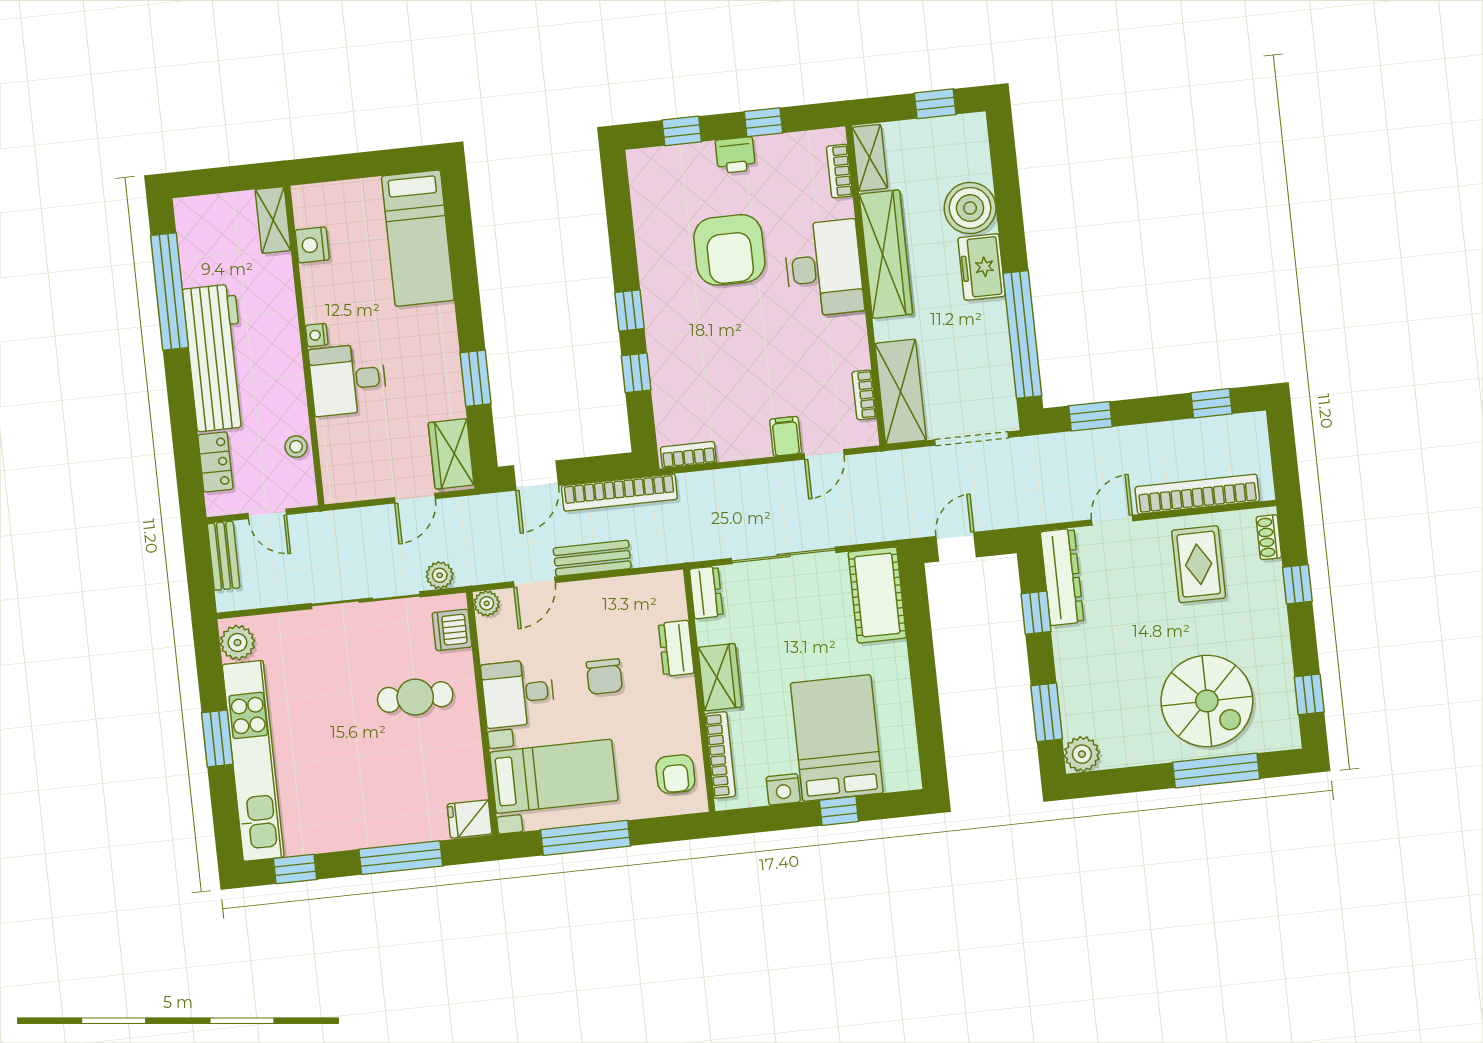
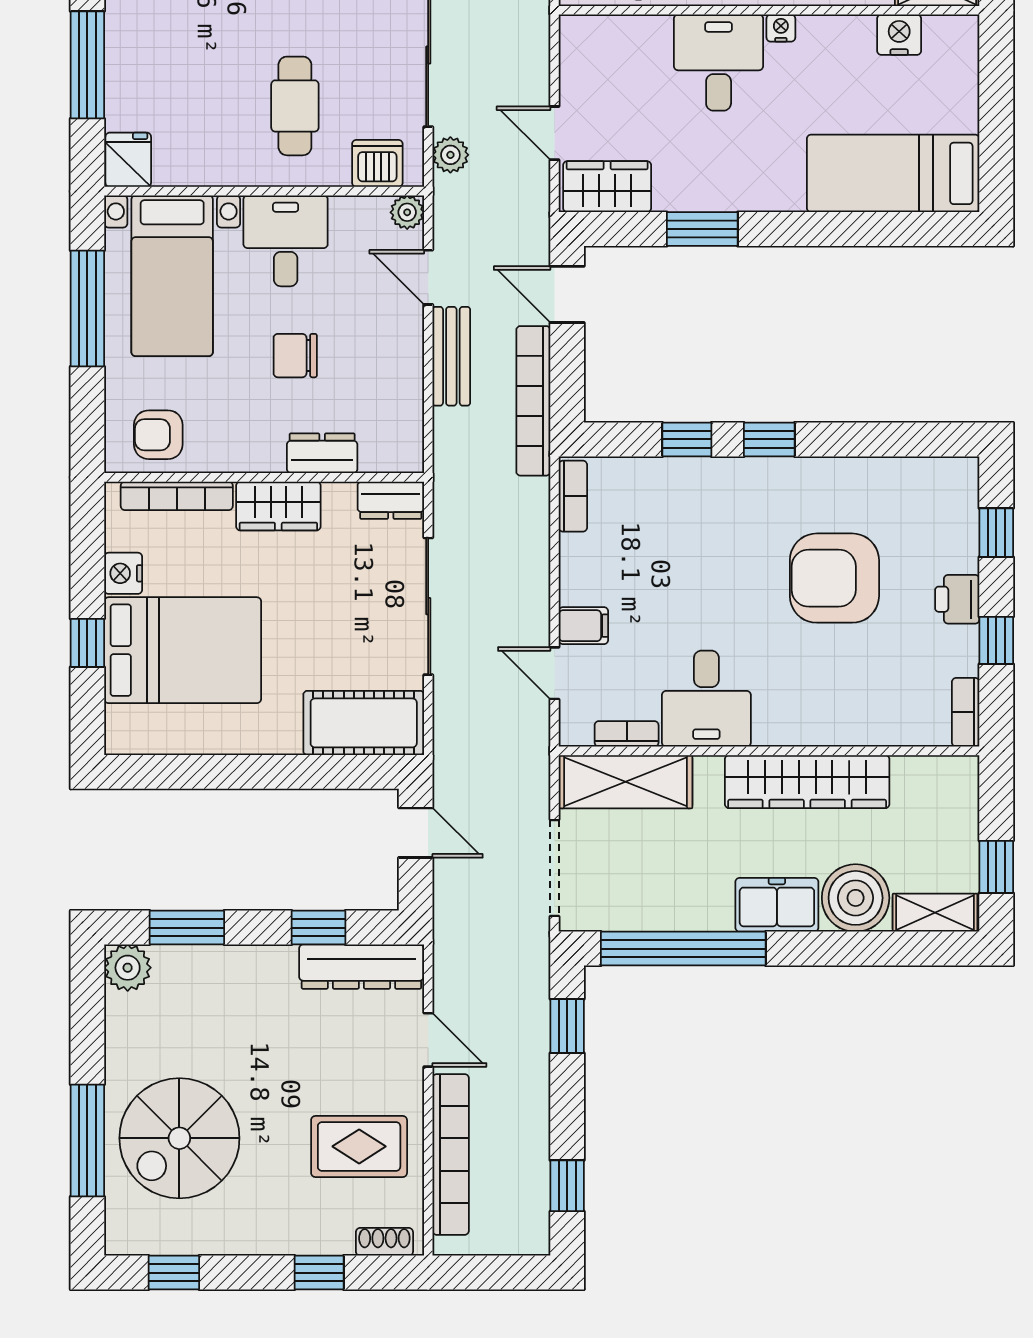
shelving: (870, 158) -> (935, 913), moved
bookcase: (840, 171) -> (966, 712), moved, turned -90
desk: (824, 268) -> (706, 699), moved, width x0.73

